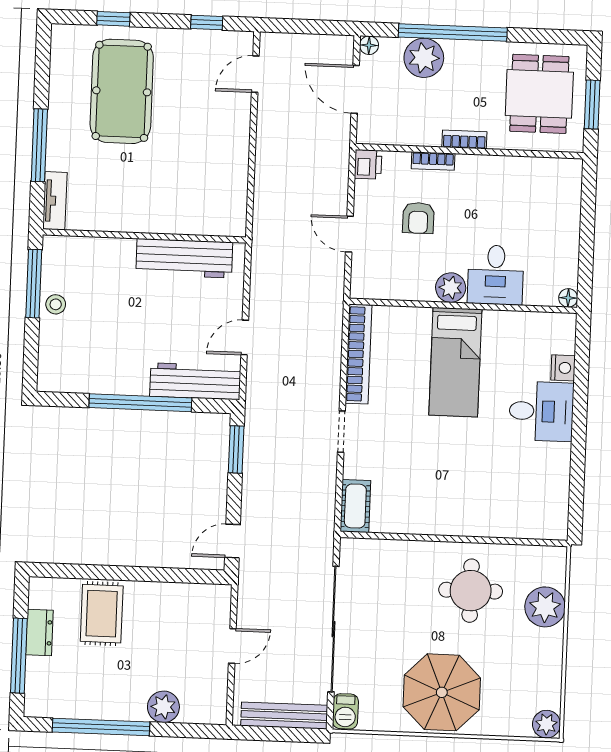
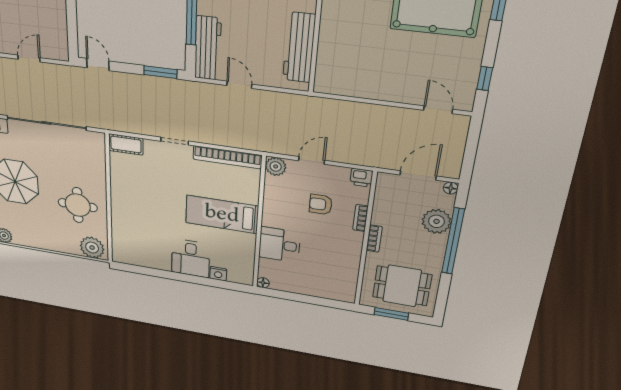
plant: (451, 288) -> (276, 166), moved
plant: (545, 607) -> (92, 248), moved
door: (232, 646) -> (29, 58), swing flipped

